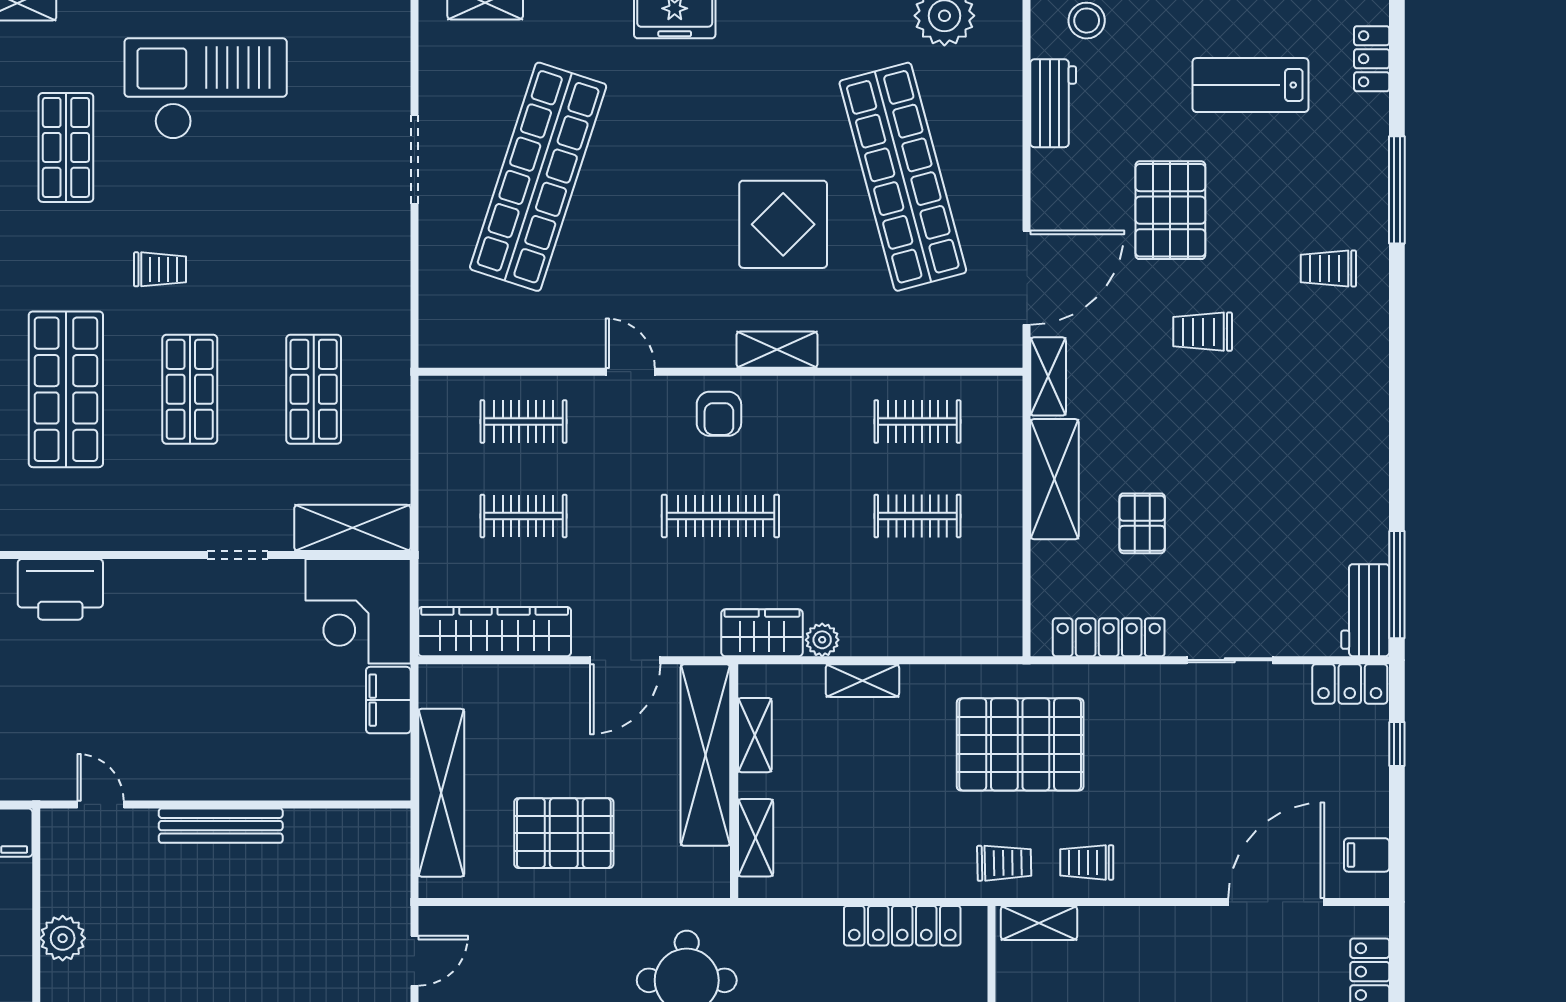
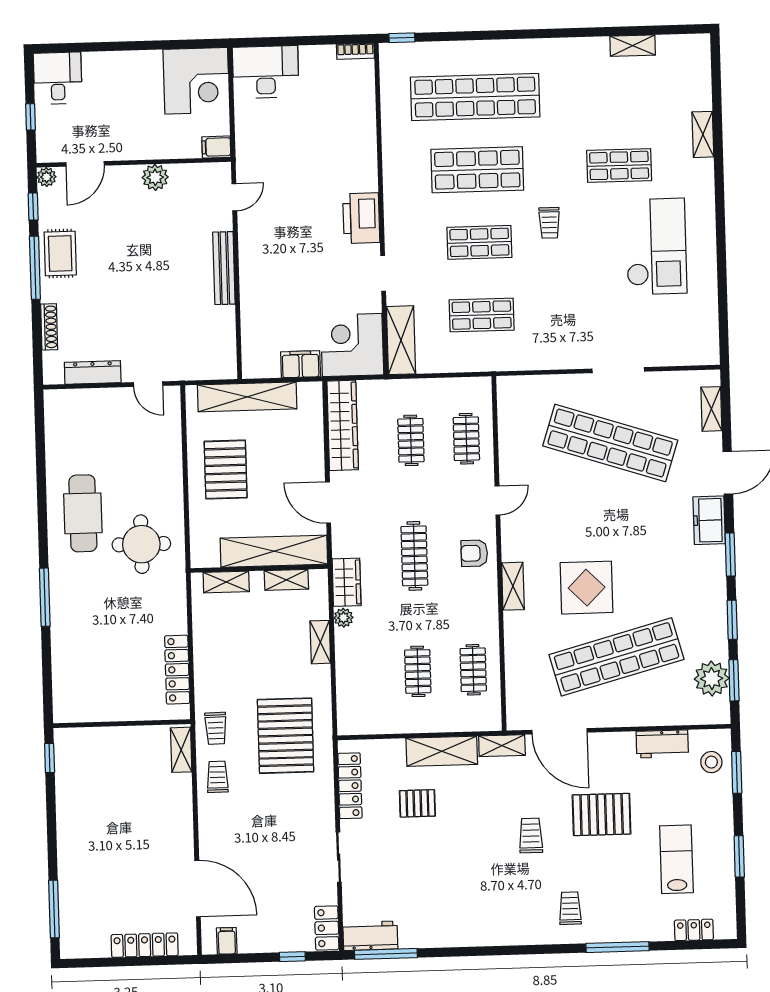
printer: (60, 589) -> (361, 218), moved

